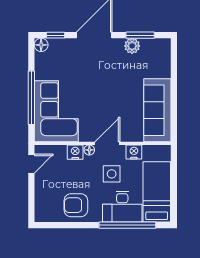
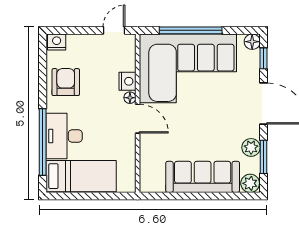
plant: (163, 47) -> (250, 183), added
sofa: (157, 110) -> (203, 177), moved
corner sofa: (56, 111) -> (188, 68), width x1.36, depth x1.36
nightstand: (134, 152) -> (57, 42), moved, turned -90
door: (31, 164) -> (114, 30), swing flipped
side table: (112, 174) -> (102, 124), removed

